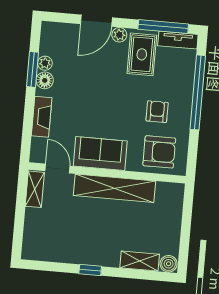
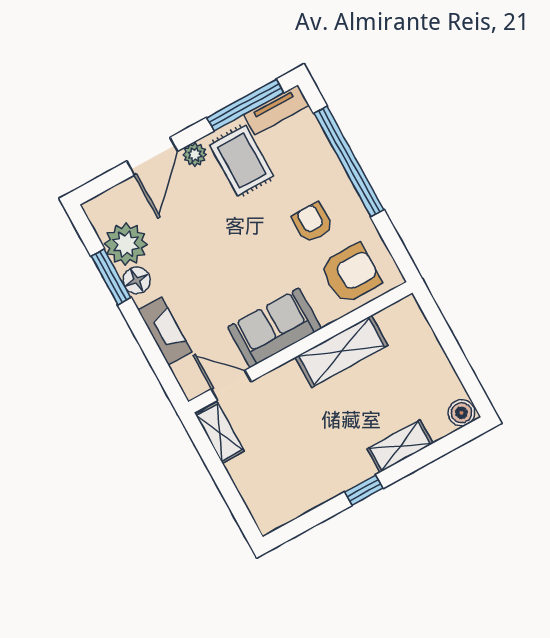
plant: (45, 63) -> (126, 244), width x1.88, depth x1.88
shelving: (114, 188) -> (342, 351), width x0.68
shelving: (140, 261) -> (400, 446), moved

